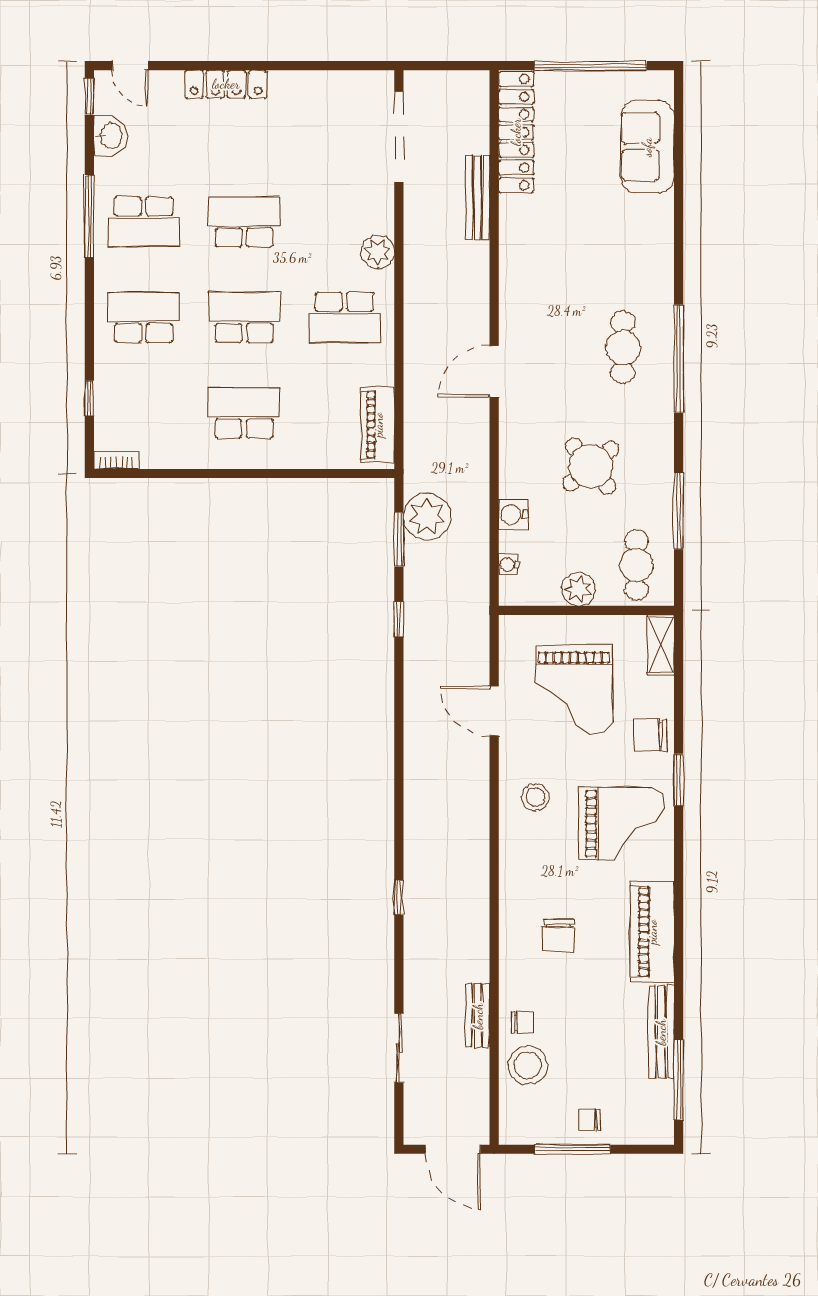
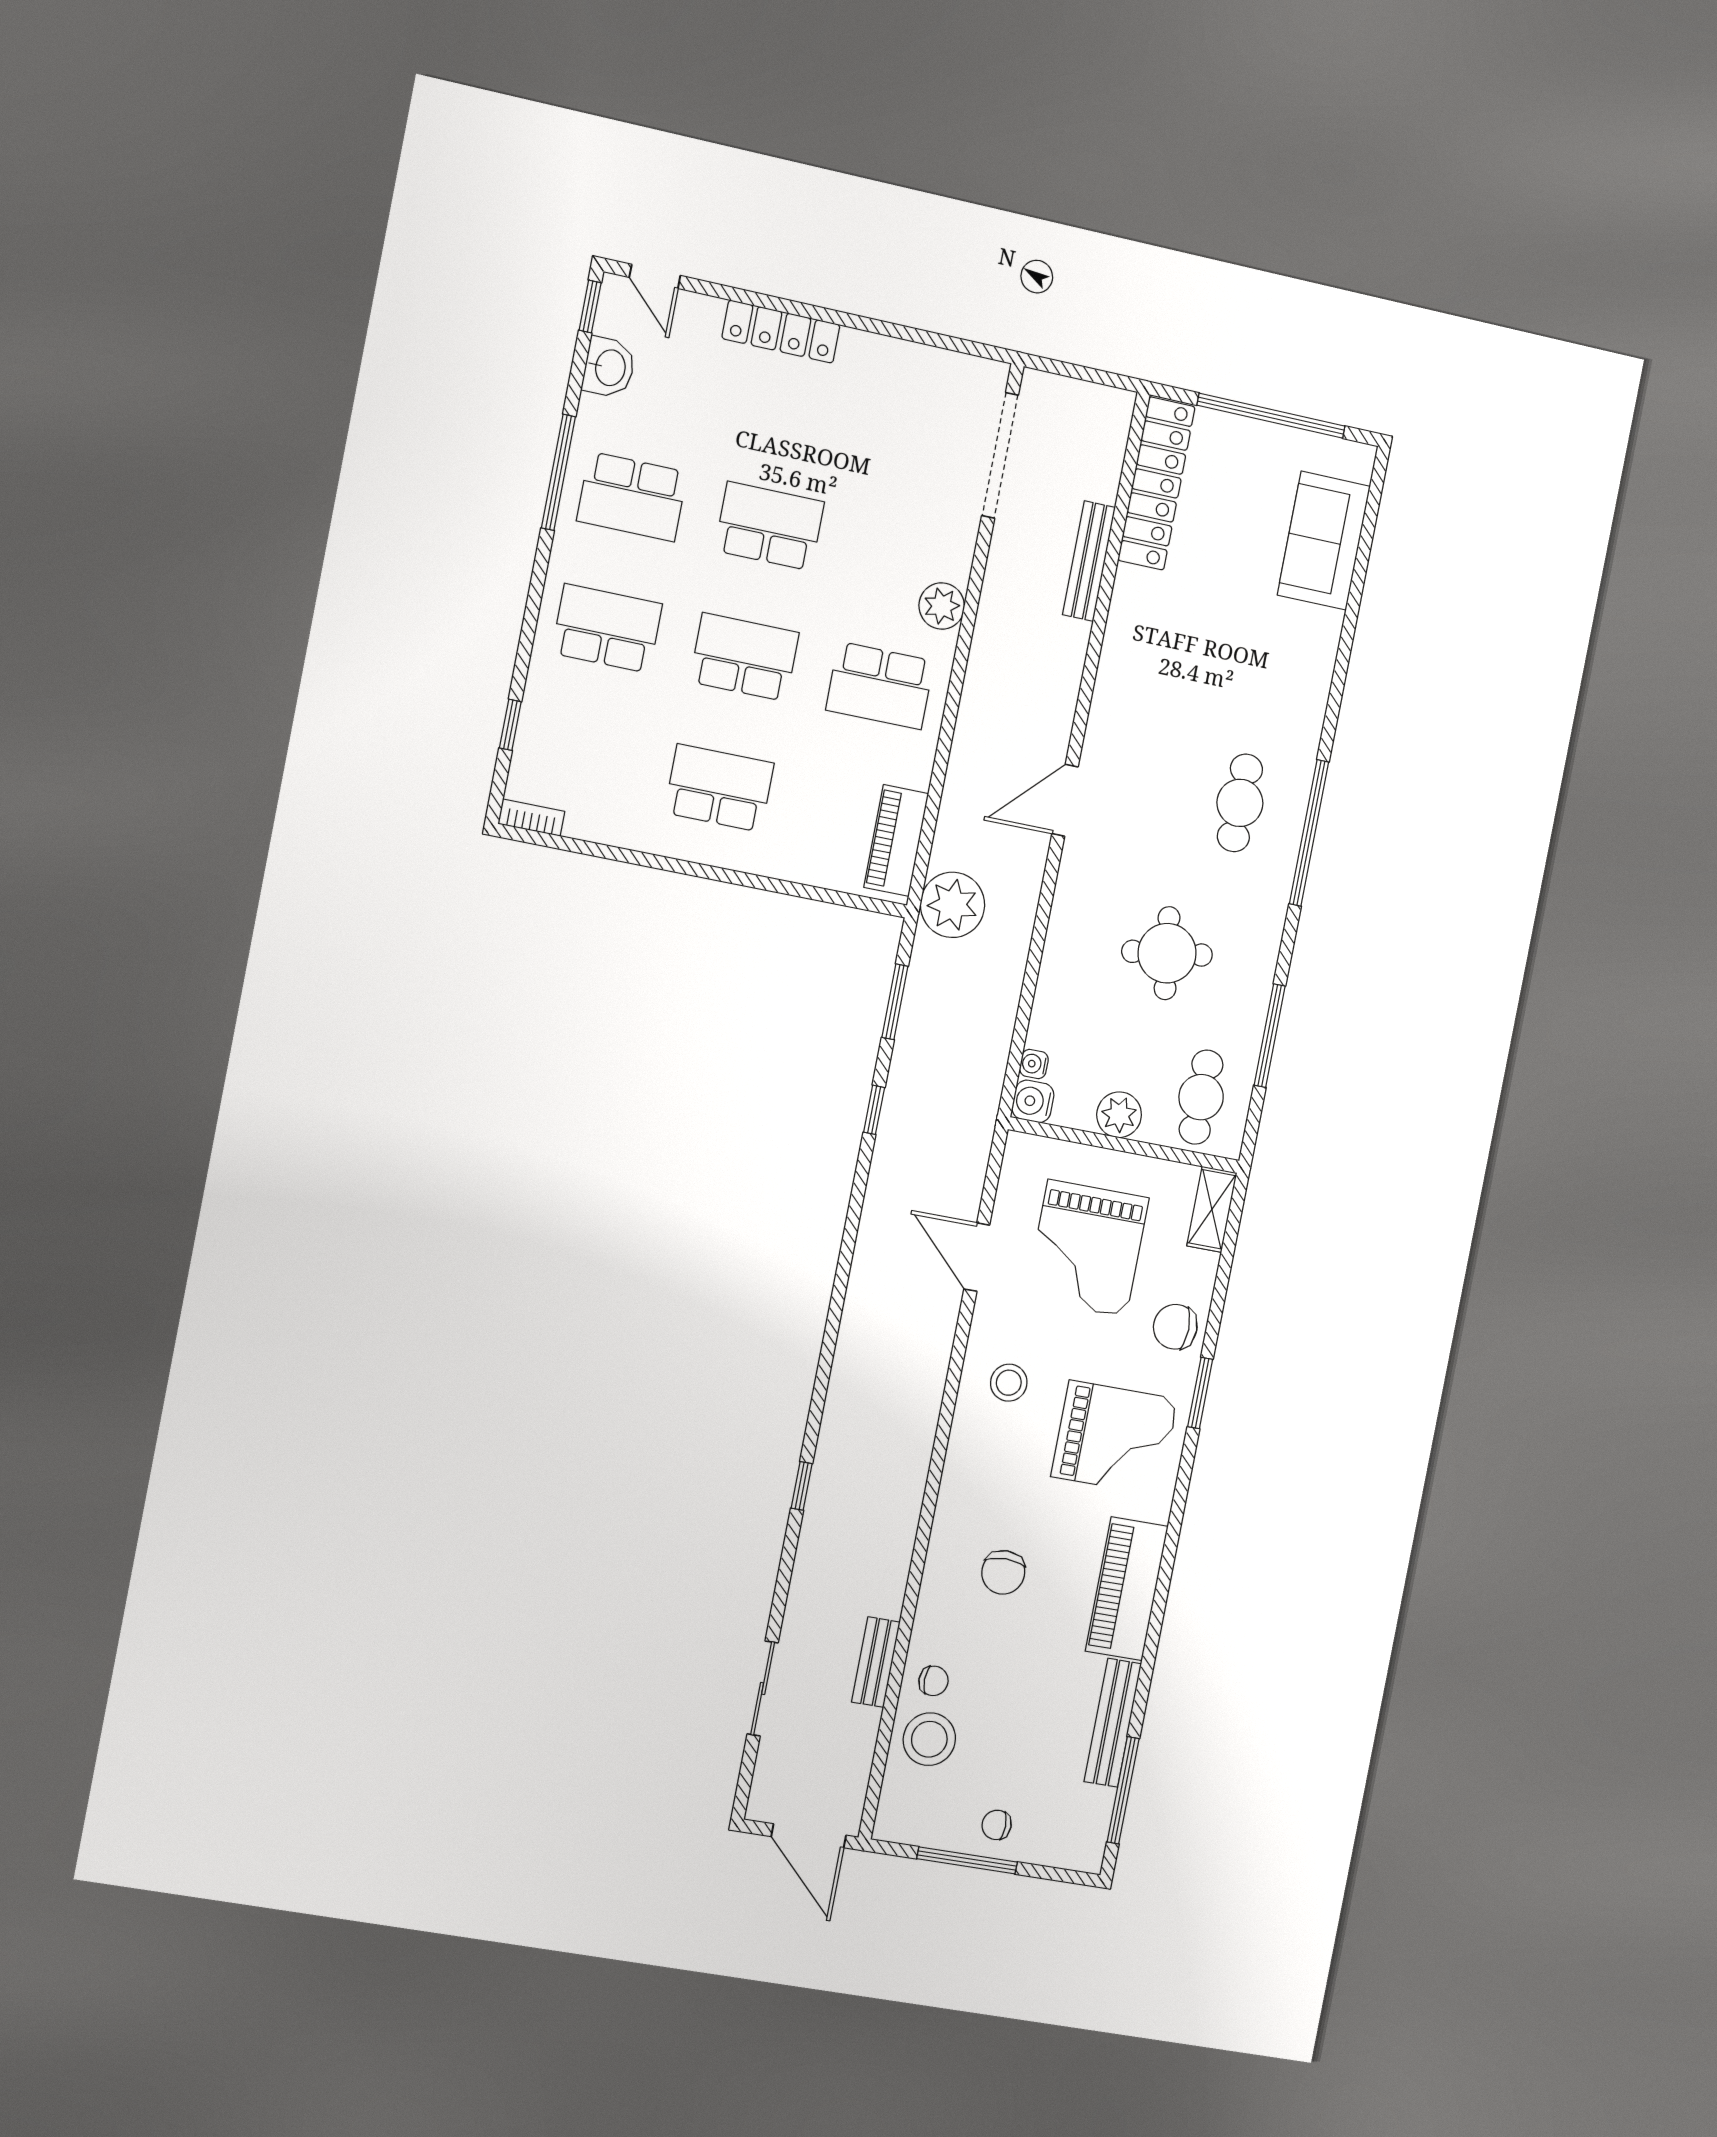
round table: (591, 466) -> (1167, 953), turned 32
water cooler: (513, 514) -> (1033, 1101), moved
plant: (427, 517) -> (953, 905), moved

